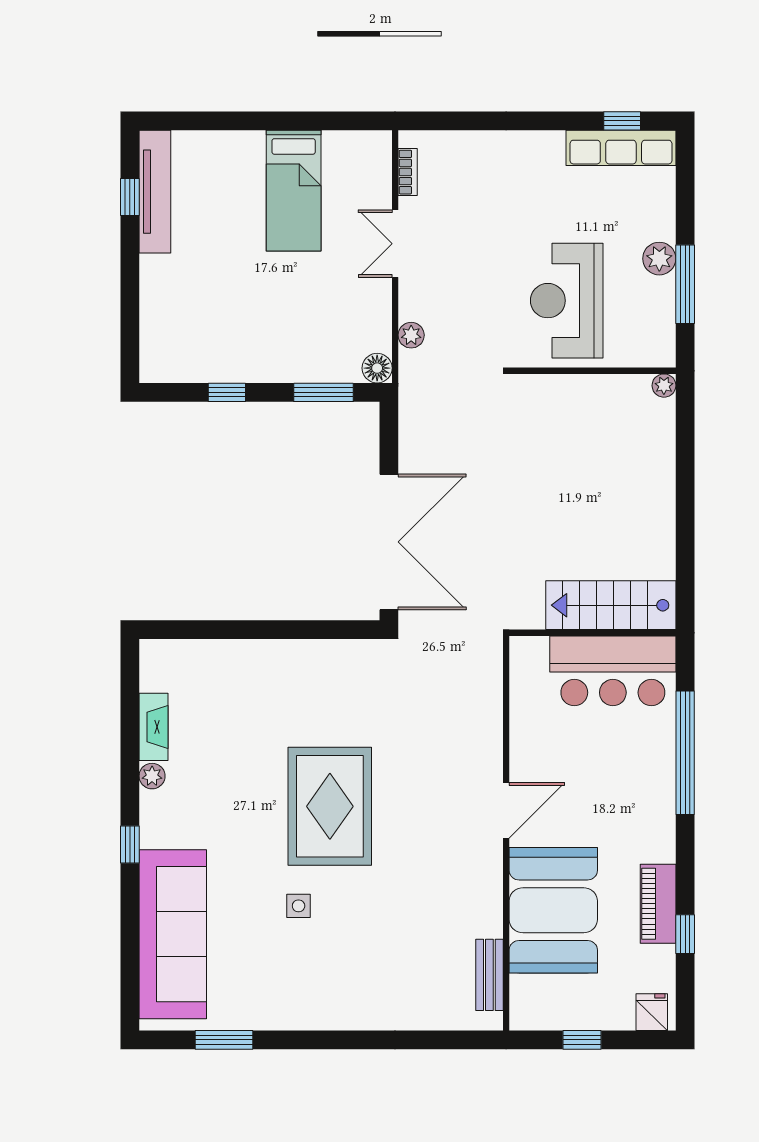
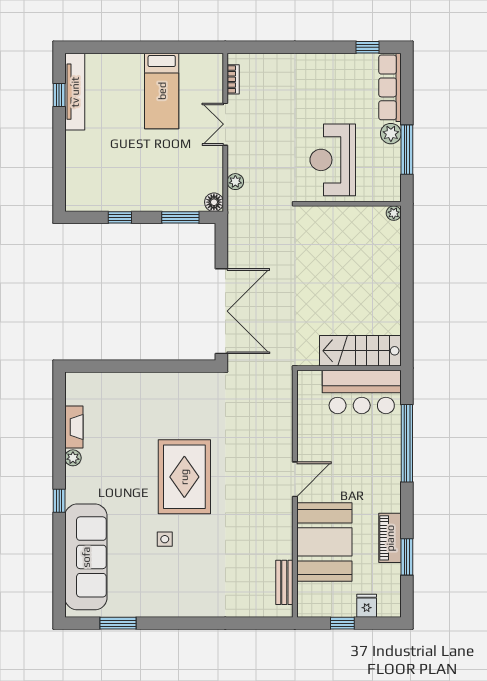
row of seats: (621, 148) -> (390, 87), moved, turned 90
window: (685, 934) -> (407, 557), width x1.50
fridge: (652, 1012) -> (367, 606), moved

